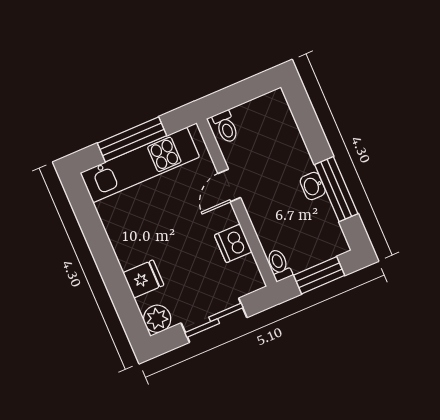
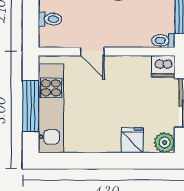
toilet: (226, 127) -> (50, 19), moved
dishwasher: (233, 243) -> (163, 66), moved

